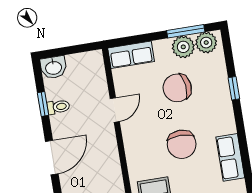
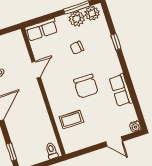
chair: (177, 88) -> (77, 48), width x0.54, depth x0.54

